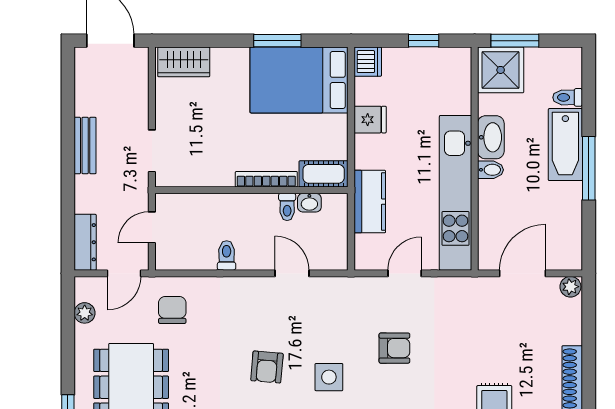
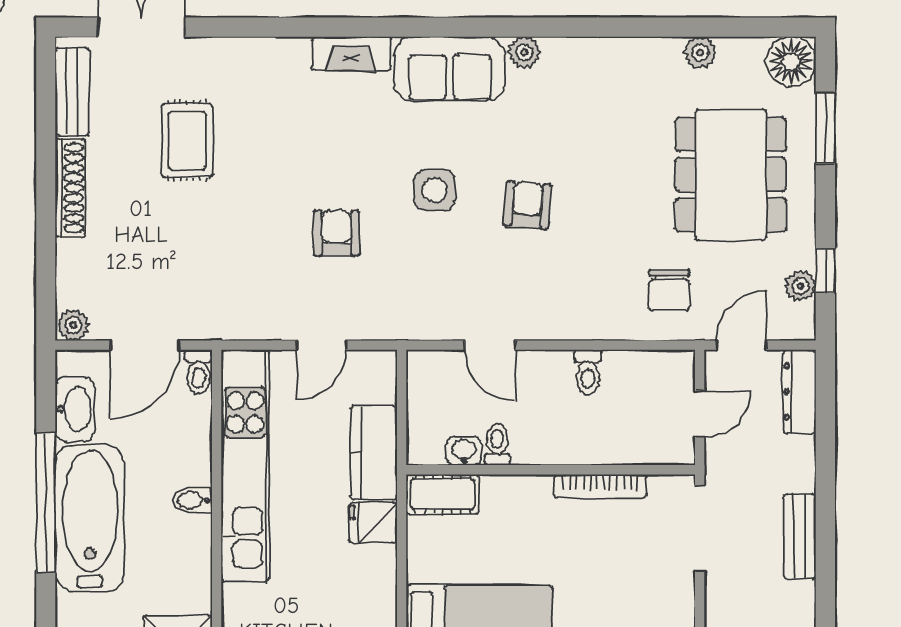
toilet: (568, 97) -> (199, 372), moved, turned 90
fridge: (370, 120) -> (373, 523), moved
washbasin: (491, 137) -> (75, 409), moved, turned 180
bathtub: (565, 145) -> (90, 518), width x1.36, depth x1.36
doorway: (152, 151) -> (700, 528), width x1.38
window: (589, 168) -> (46, 503), width x1.46
bookcase: (266, 179) -> (600, 486), moved
window: (68, 323) -> (825, 271), added
armchair: (394, 348) -> (337, 233), turned 90

